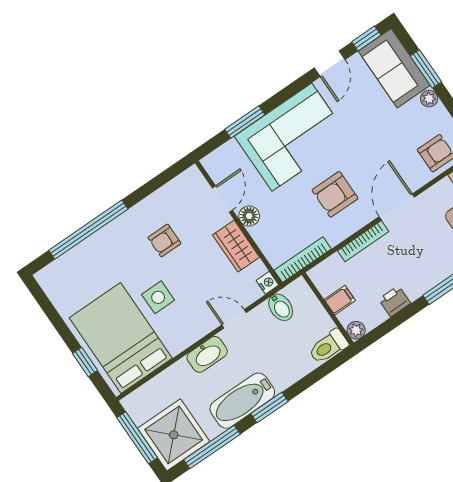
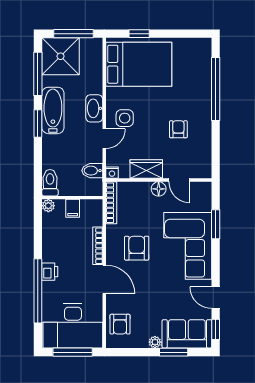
side table: (158, 297) -> (125, 118), moved
printer: (395, 301) -> (50, 272), moved

